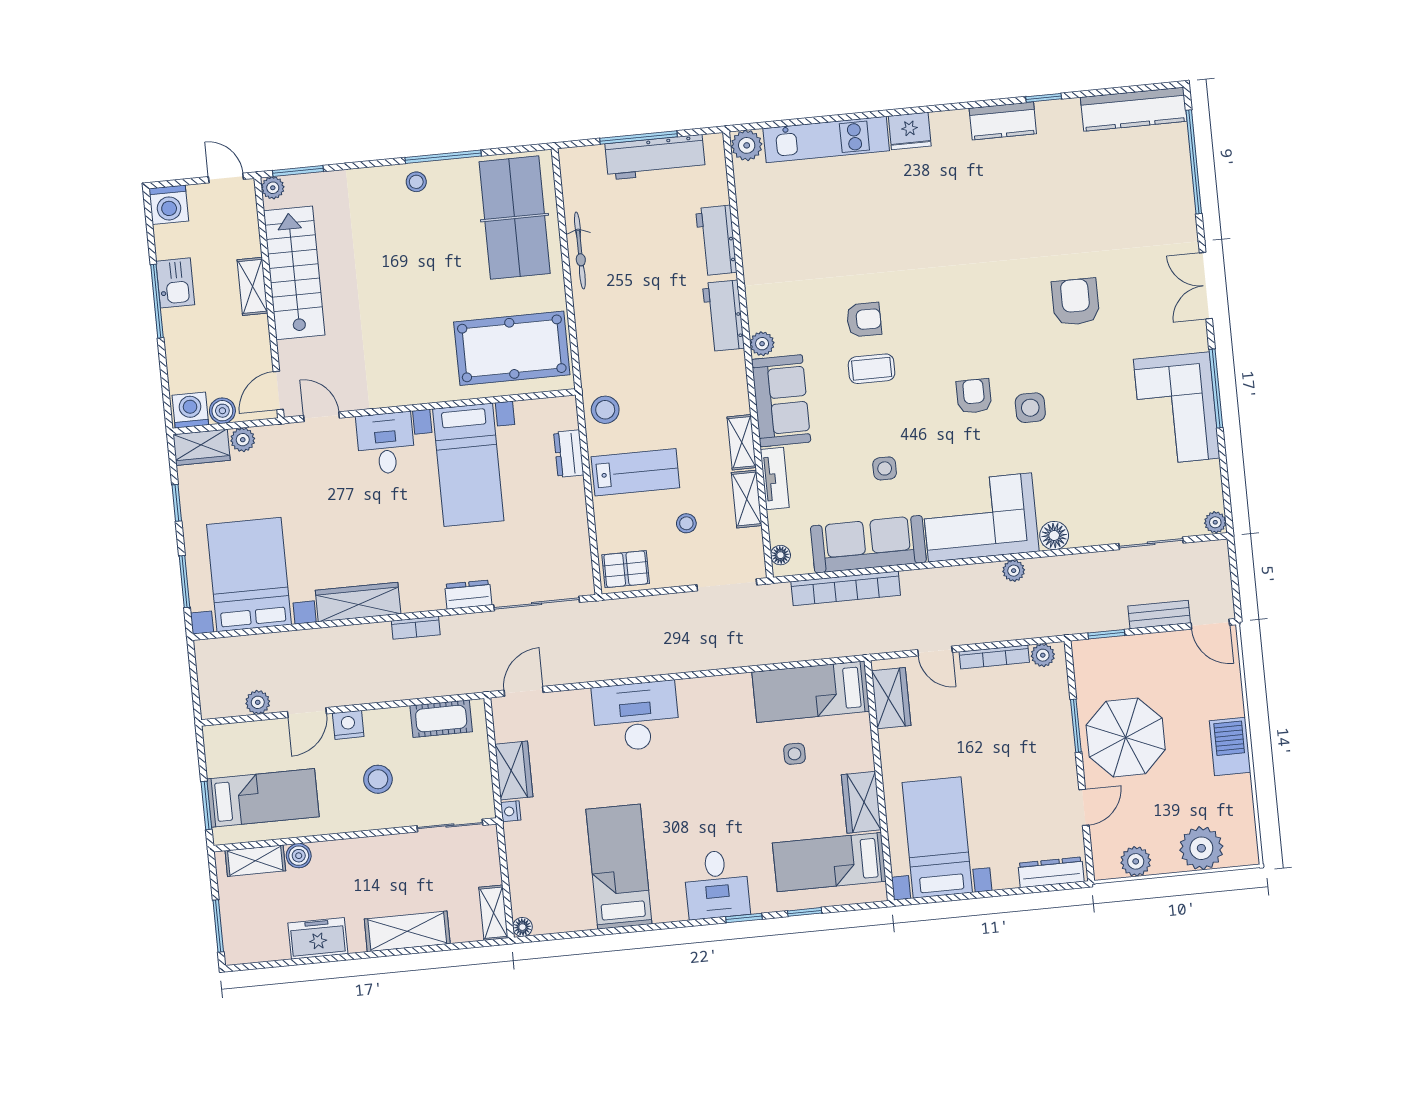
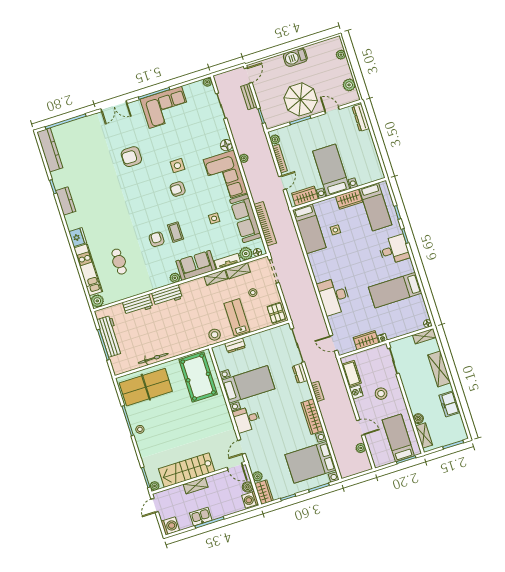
cafe table: (830, 218) -> (119, 262), added
plant: (784, 526) -> (246, 254), added
nightstand: (348, 725) -> (356, 392), moved
bed with nightstands: (937, 838) -> (331, 170), moved, turned 90
plant: (1201, 848) -> (341, 55), width x0.53, depth x0.53

